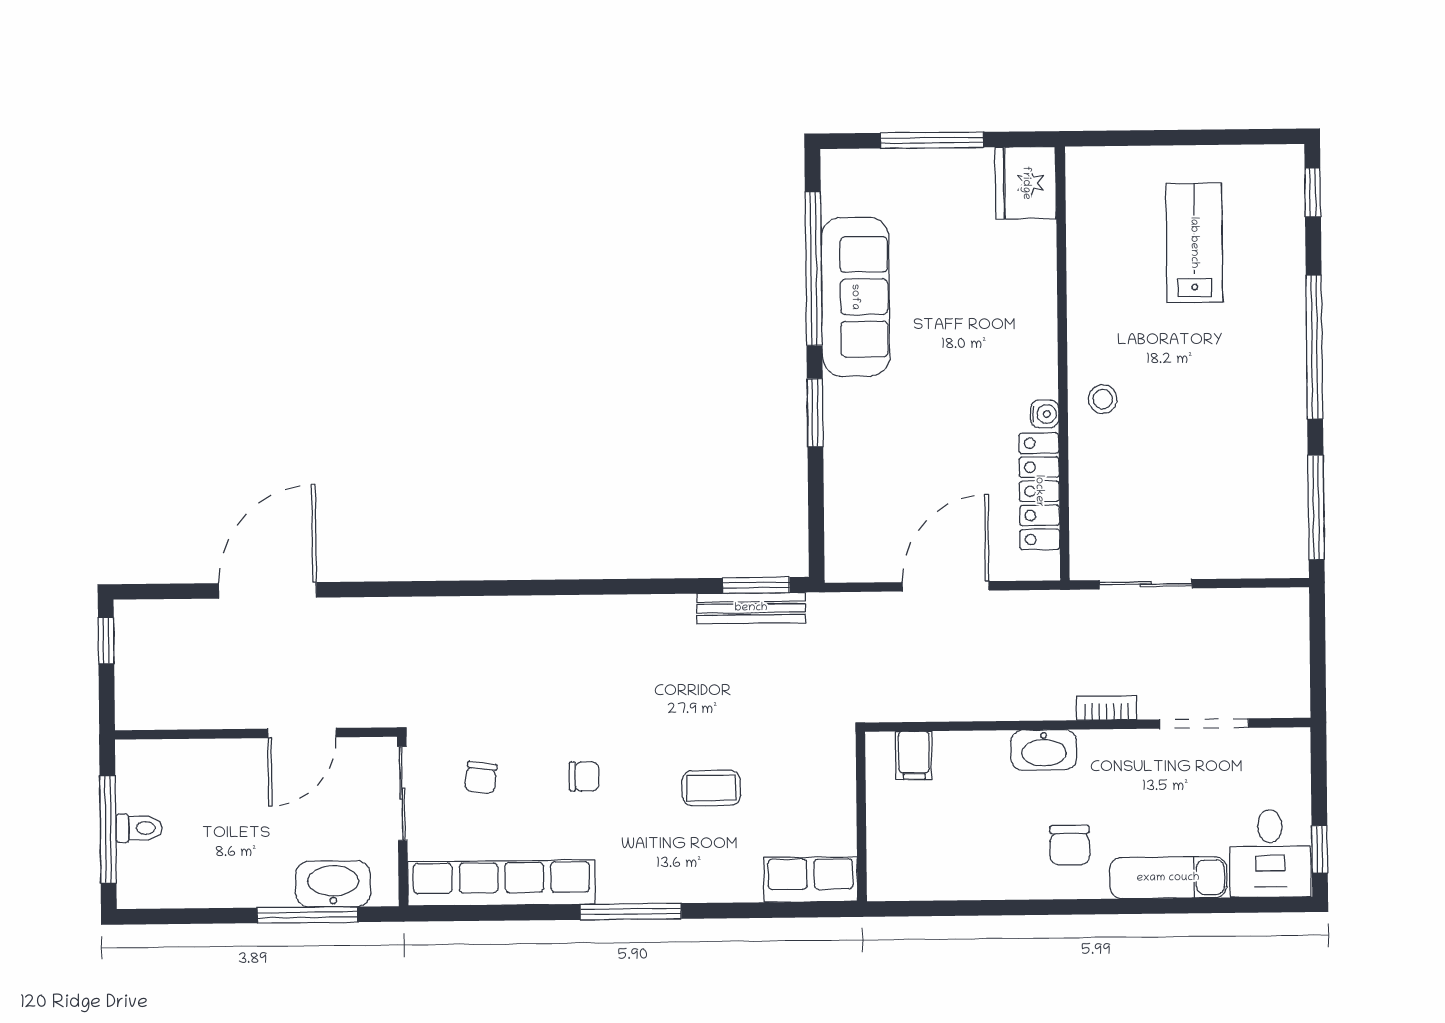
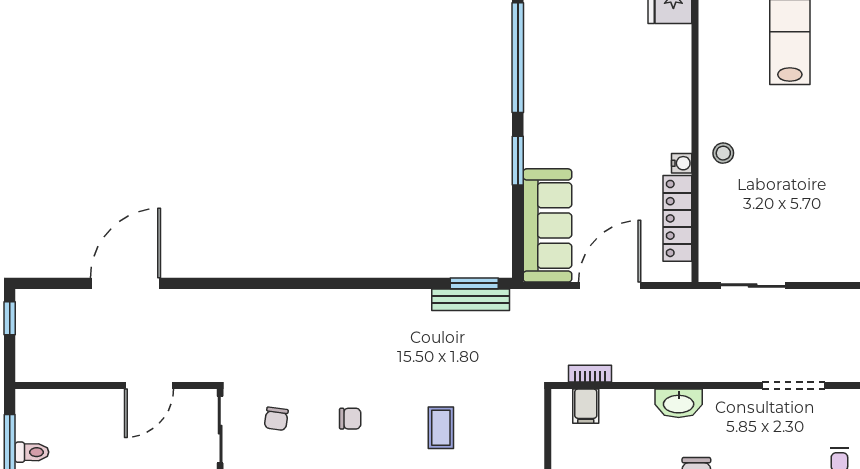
sofa: (855, 297) -> (547, 225), moved
bookcase: (1107, 708) -> (590, 374), moved
coffee table: (711, 788) -> (441, 428), turned 90

